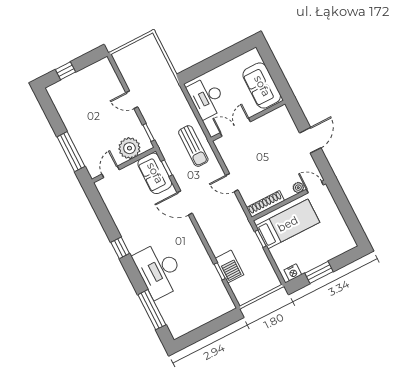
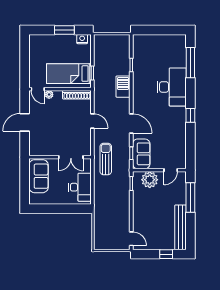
door: (132, 100) -> (131, 239), moved
bench: (65, 111) -> (181, 227), added
barbecue: (229, 267) -> (123, 87), moved

